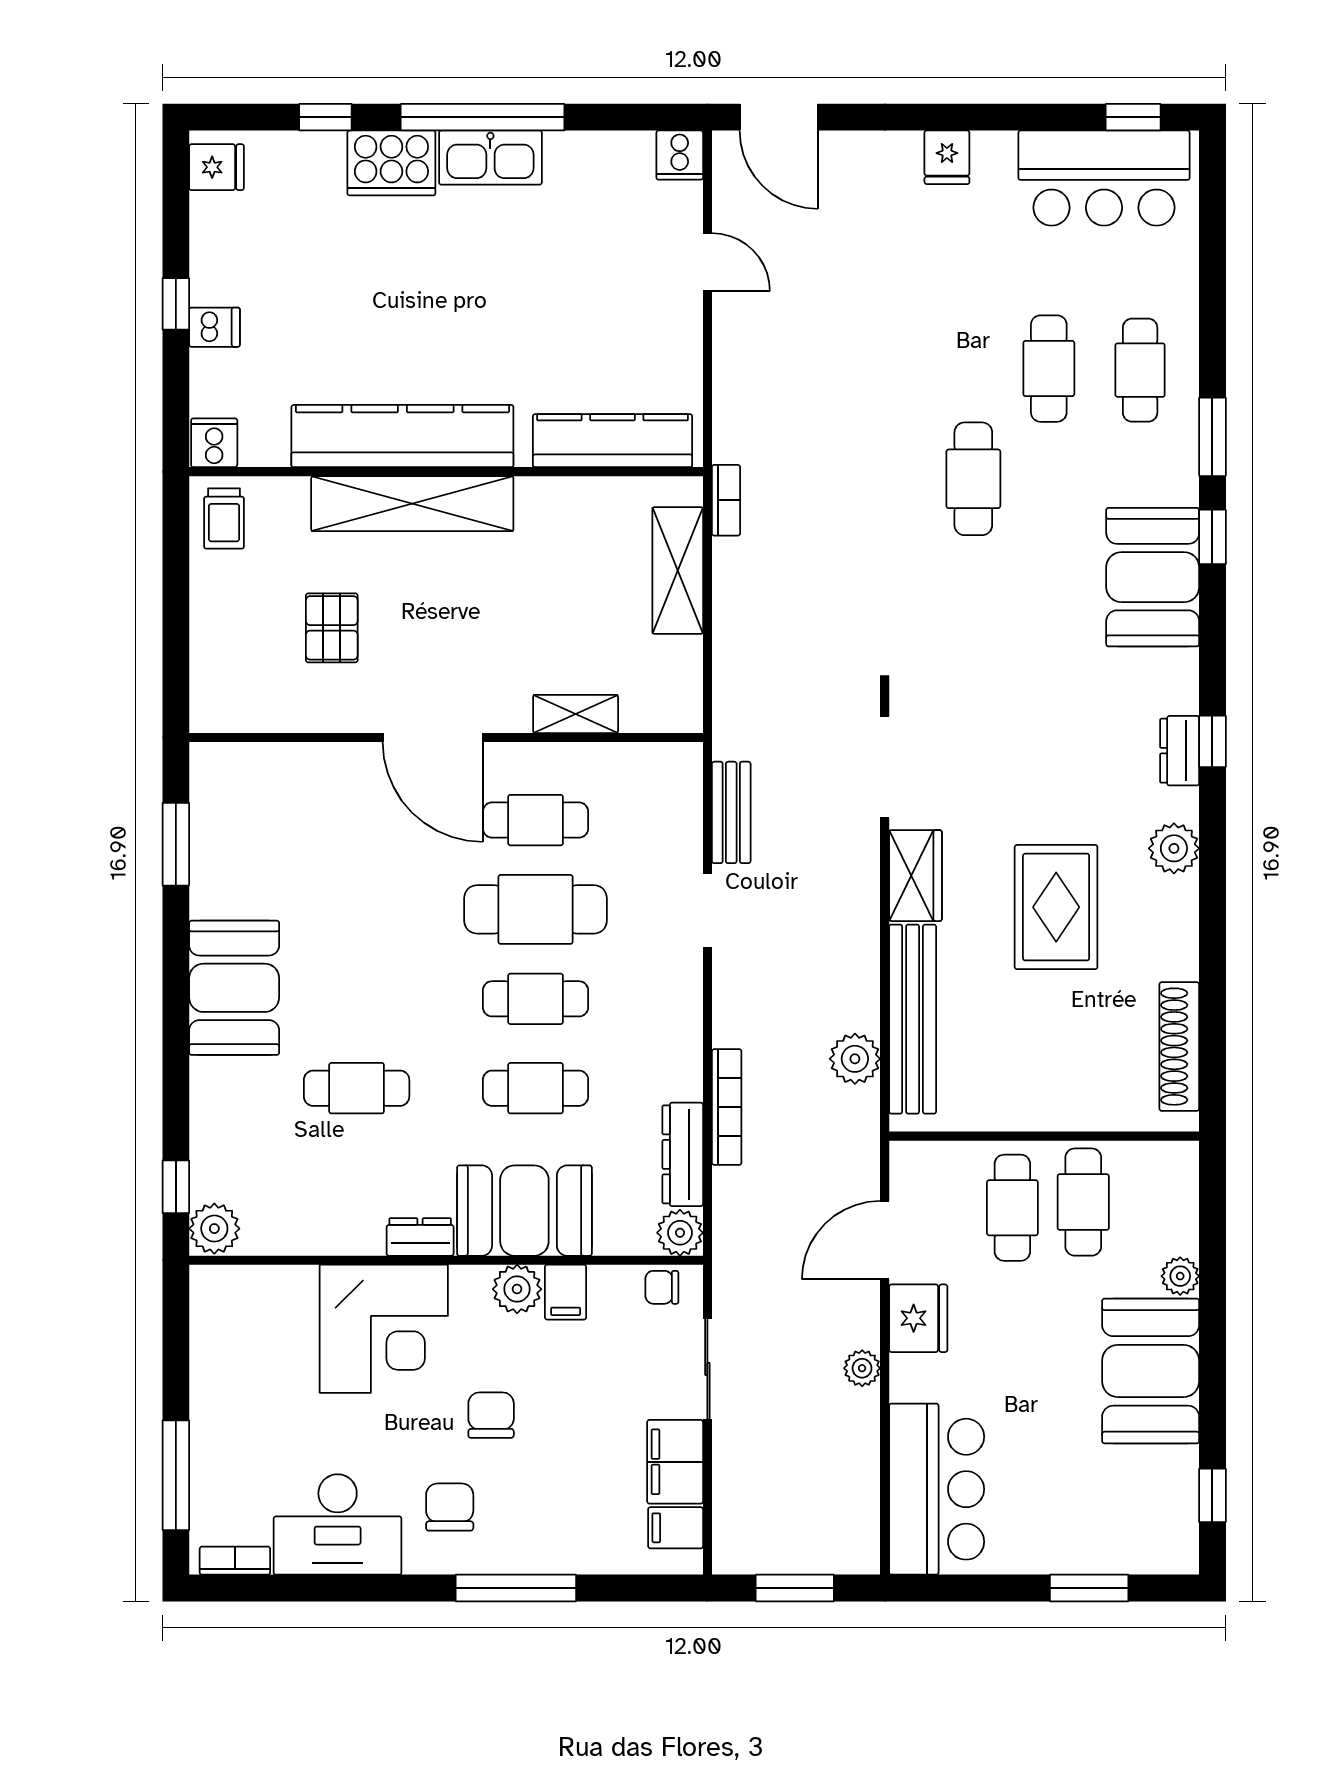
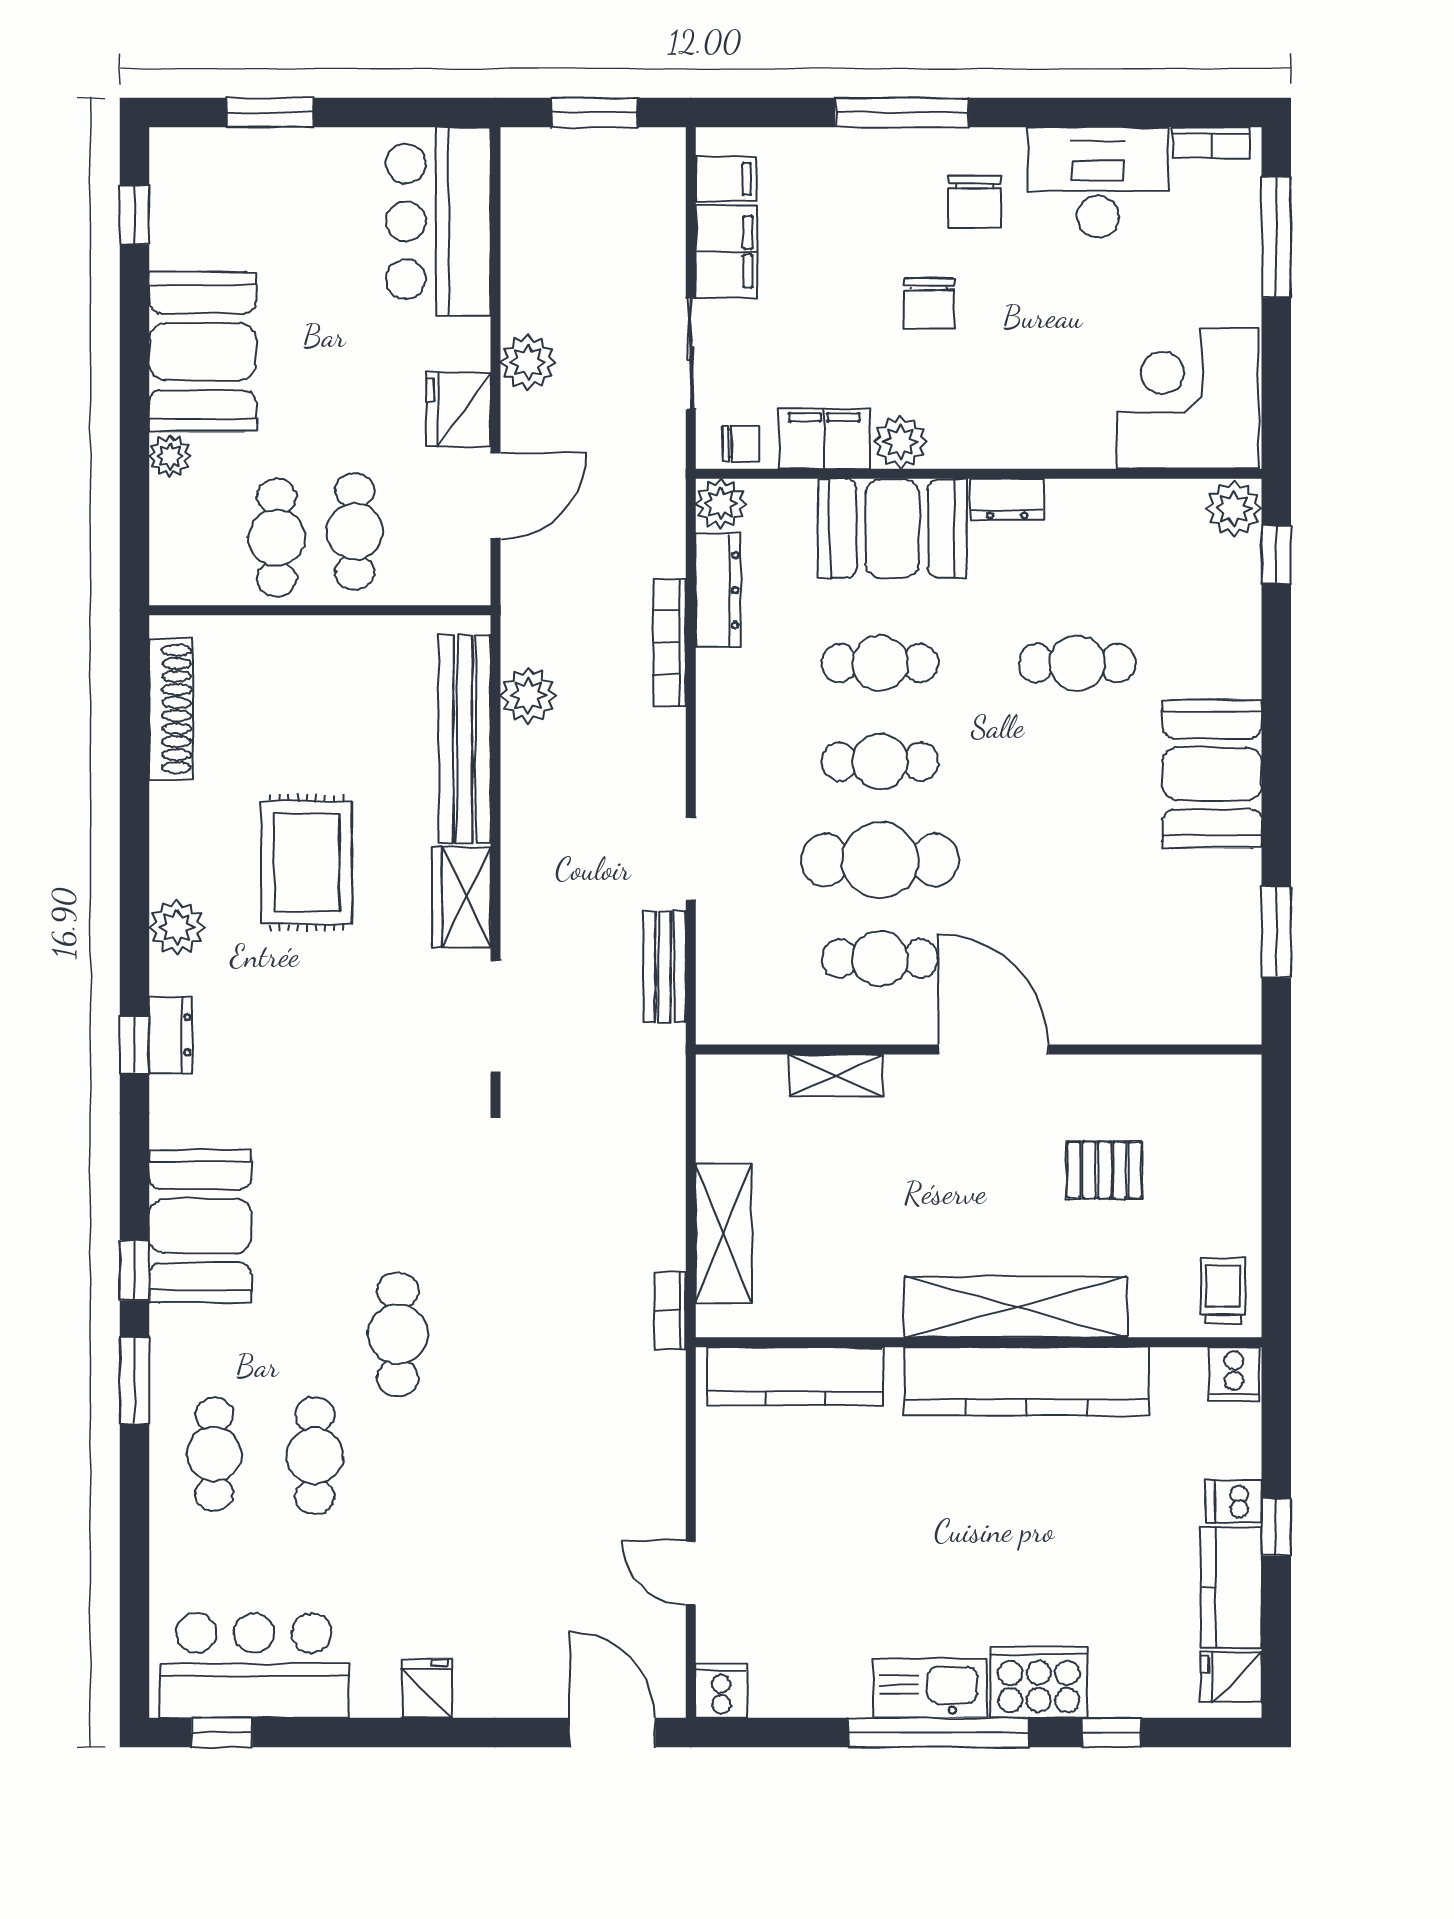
kitchen counter: (217, 249) -> (1231, 1588), added
pallet: (332, 628) -> (1104, 1170), turned 90
filing cabinet: (566, 1292) -> (824, 439), width x2.00
corner desk: (384, 1329) -> (1188, 398), moved
plant: (862, 1368) -> (528, 362), width x1.38, depth x1.38

